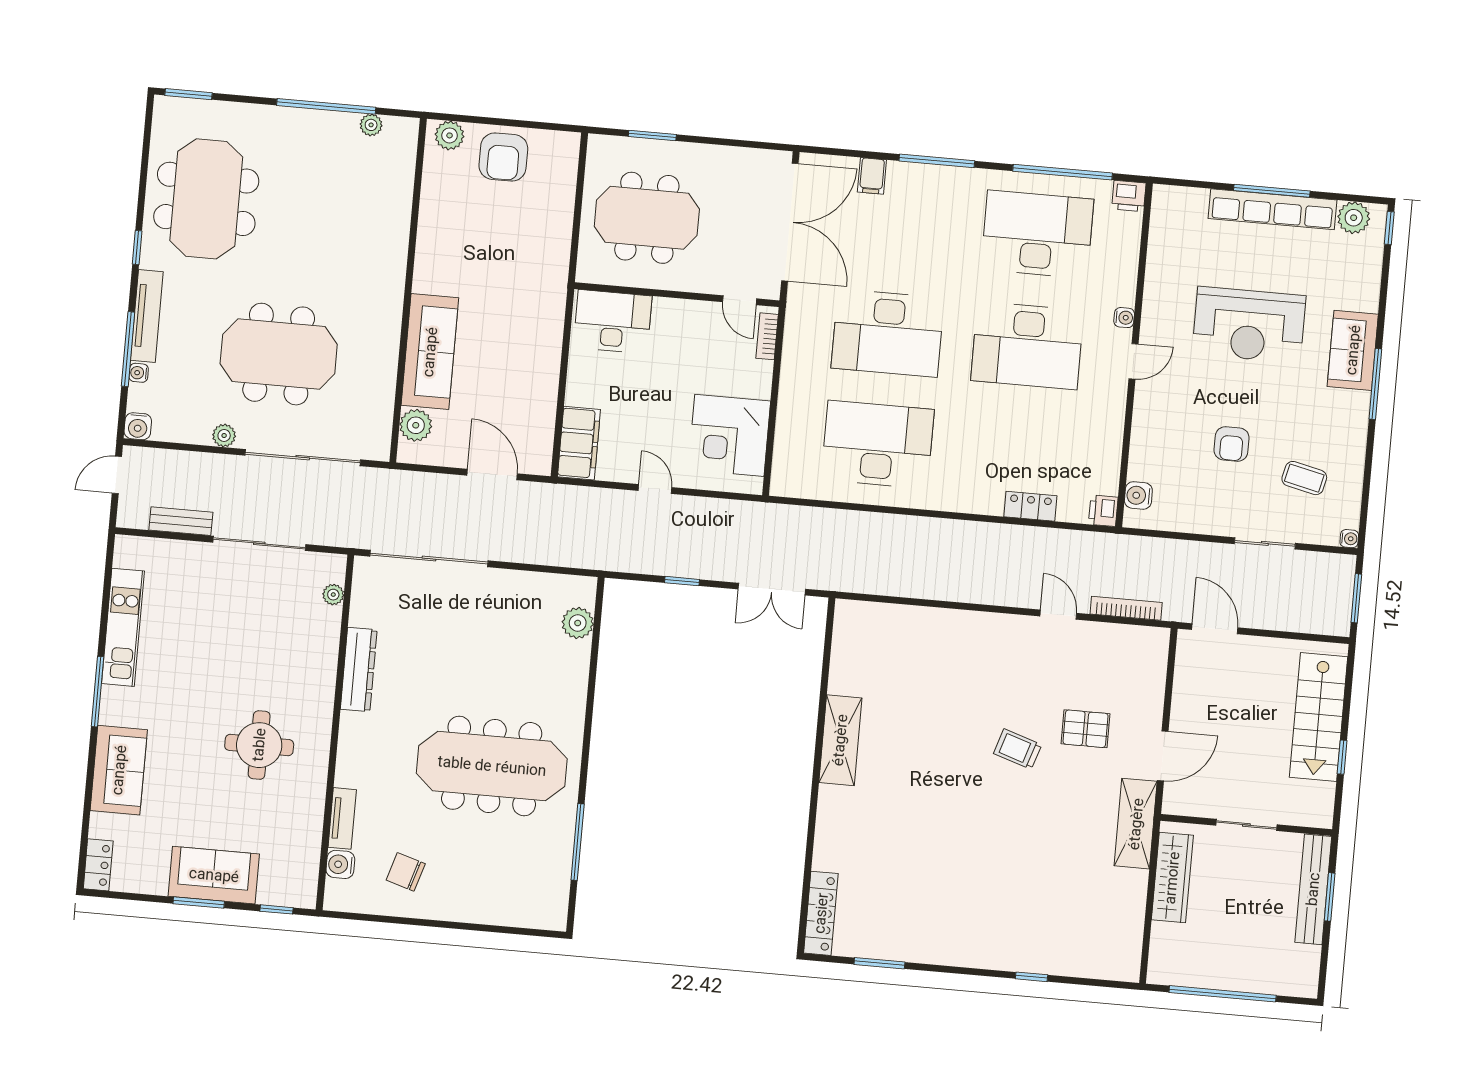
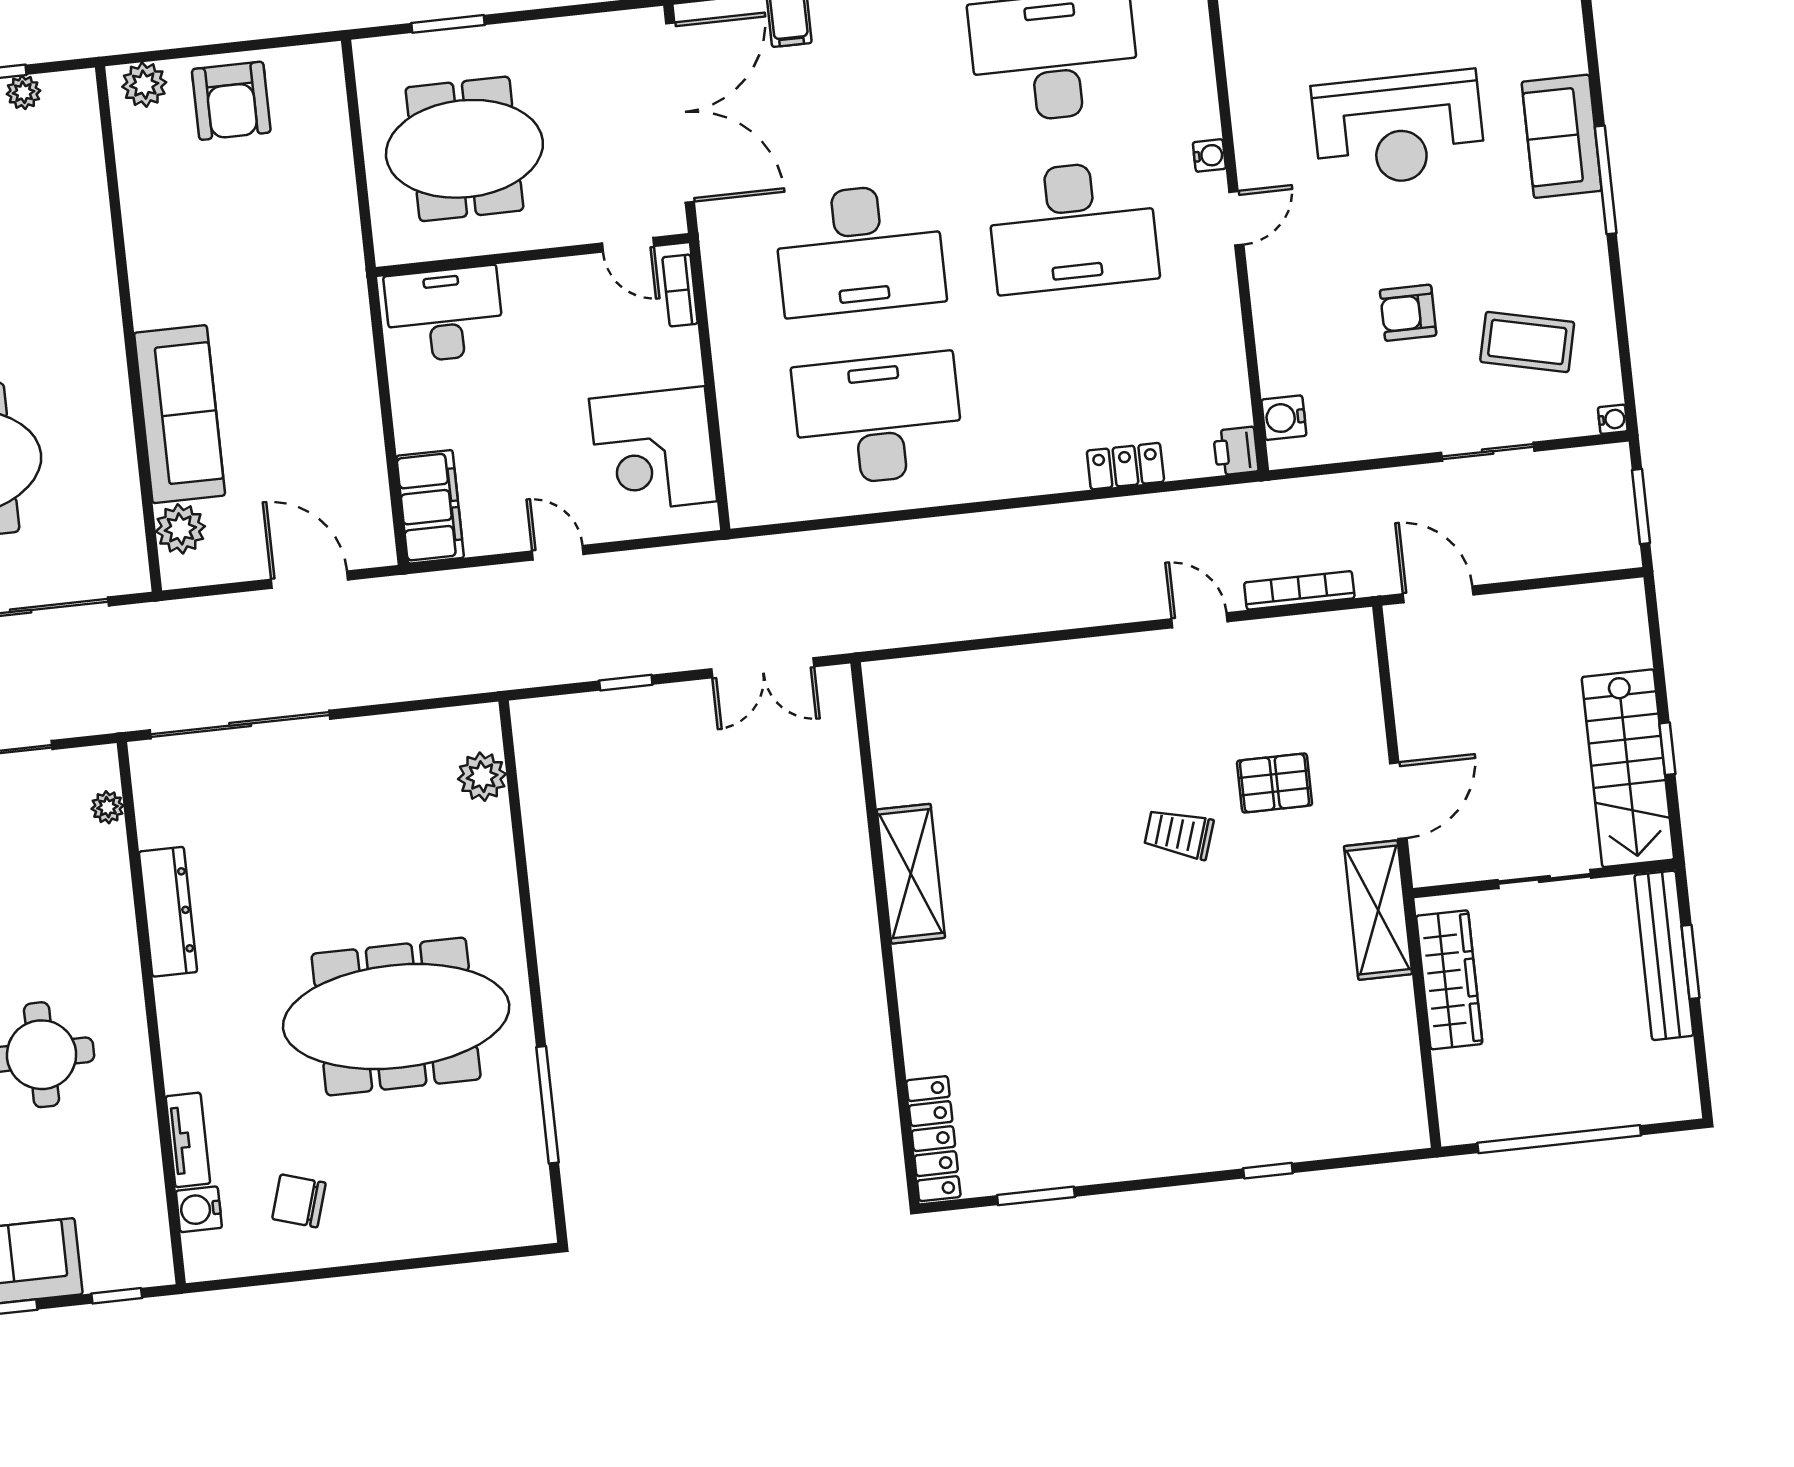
armchair: (1232, 444) -> (1408, 313), turned 90
coffee table: (1304, 478) -> (1527, 342), width x1.36, depth x1.30
stairs: (1319, 717) -> (1628, 768), moved

